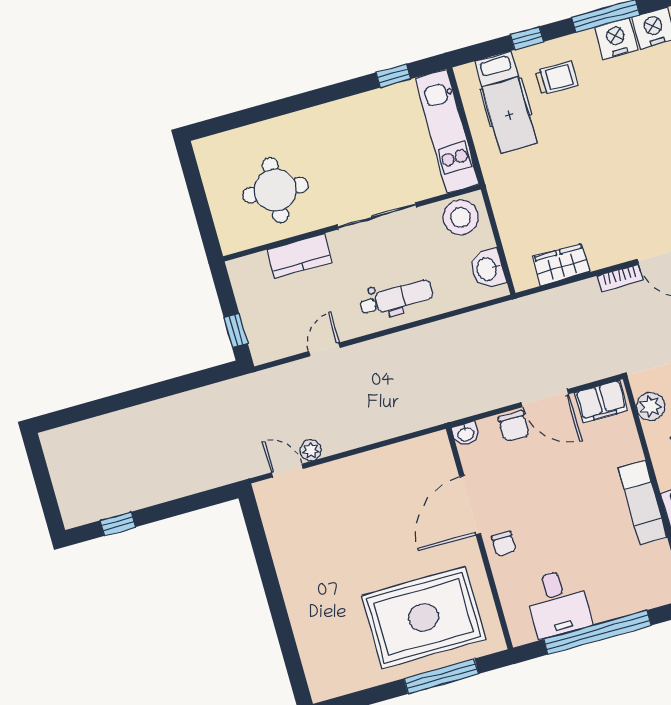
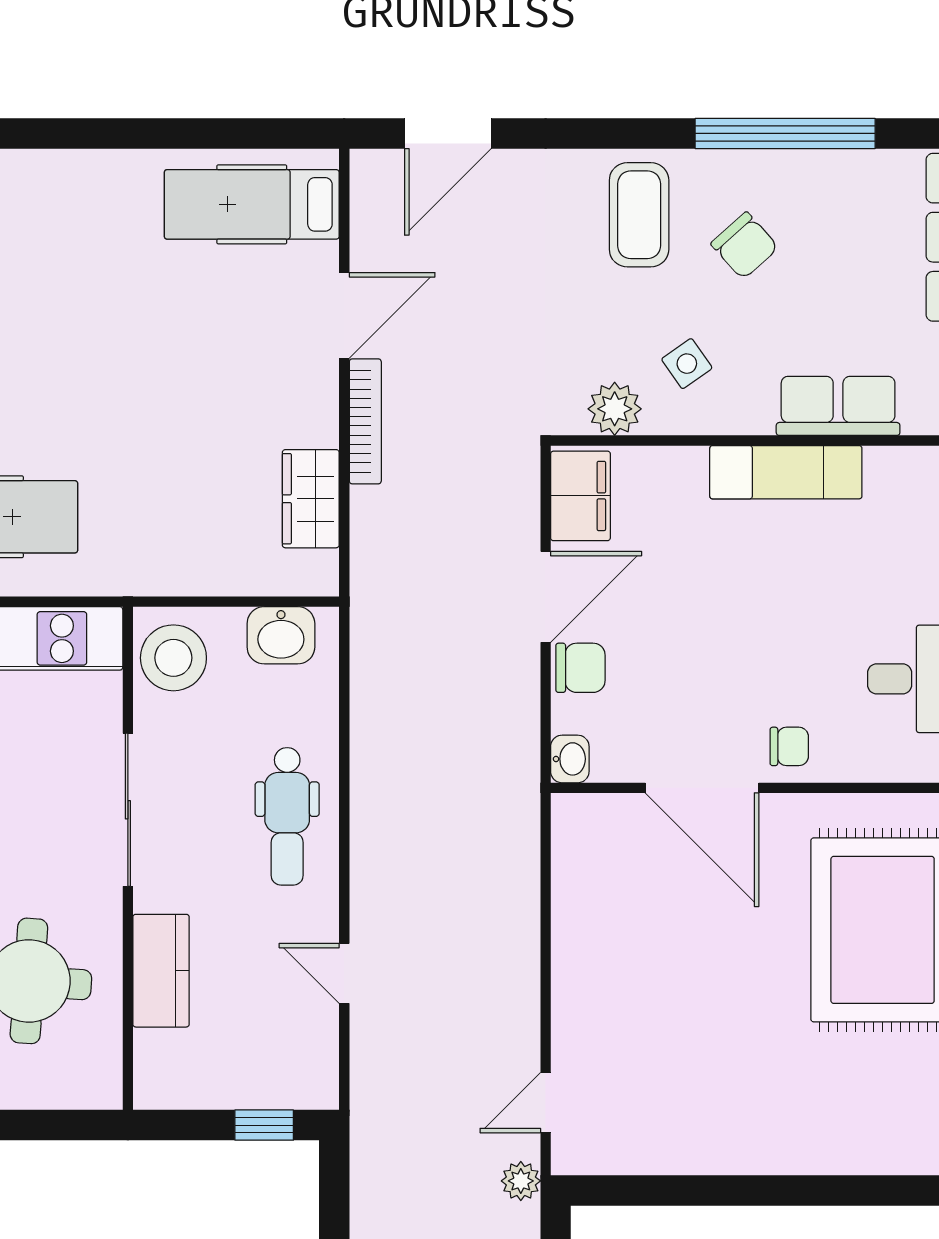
bookcase: (620, 278) -> (365, 421), width x1.56
dental chair: (396, 298) -> (287, 816), turned 180
plant: (311, 450) -> (521, 1181), moved

